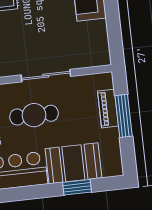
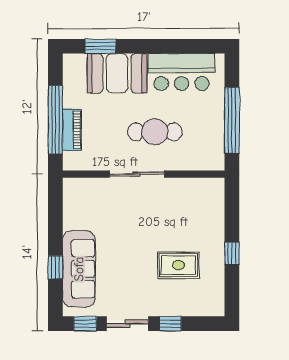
window: (124, 116) -> (55, 120), width x1.46
window: (77, 187) -> (100, 46), moved

